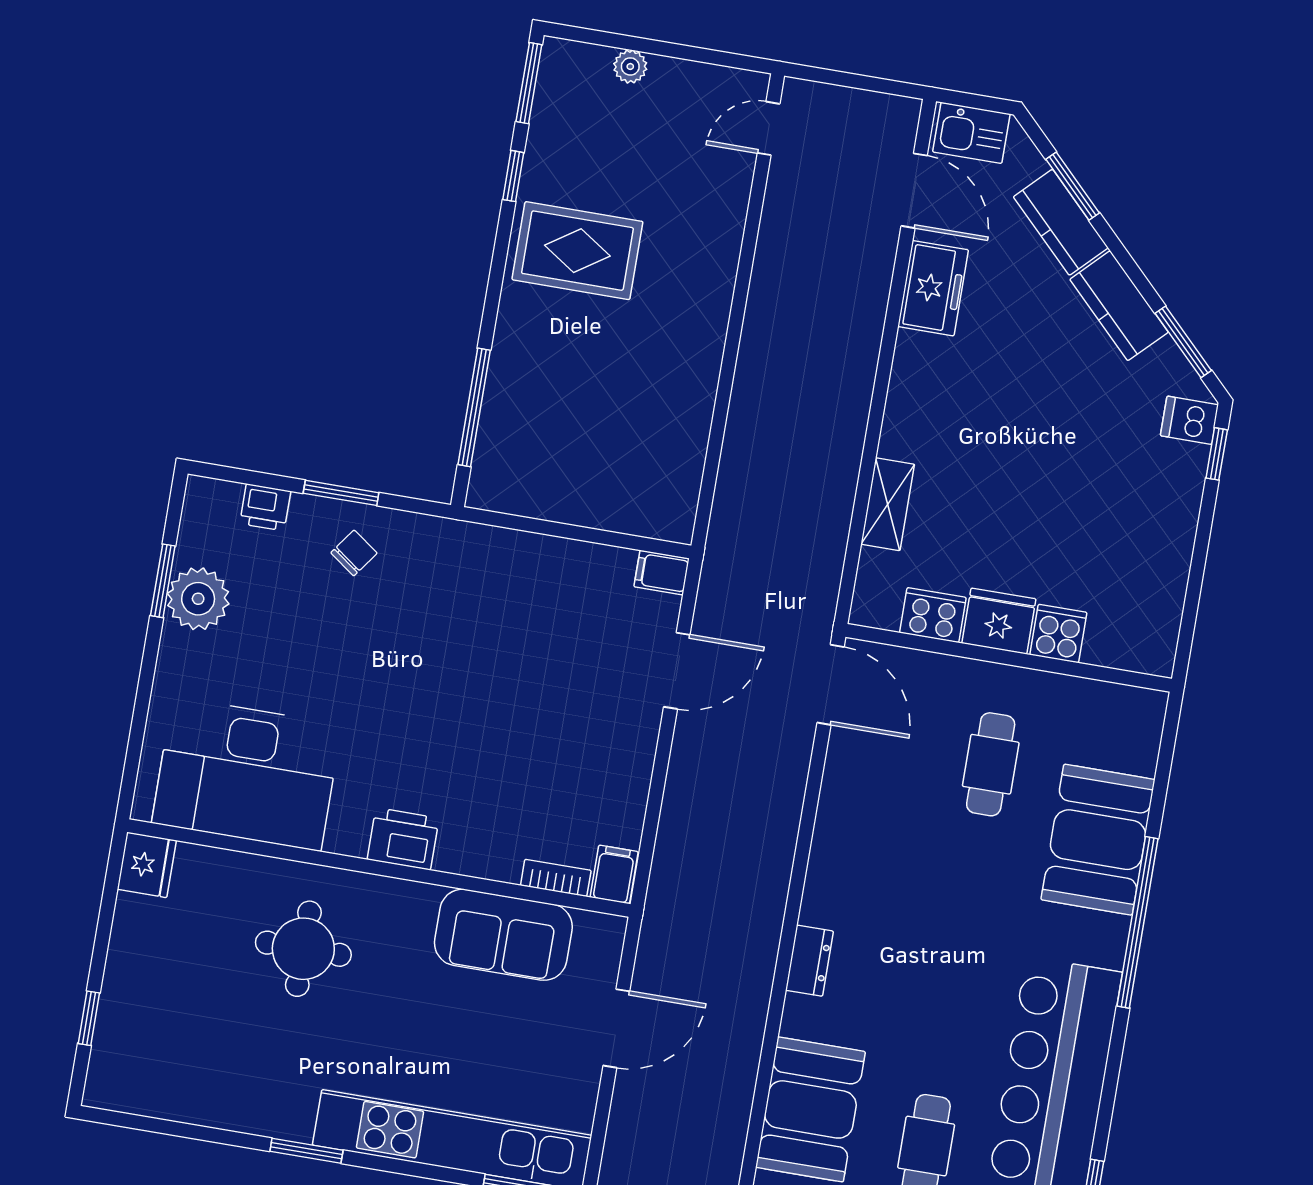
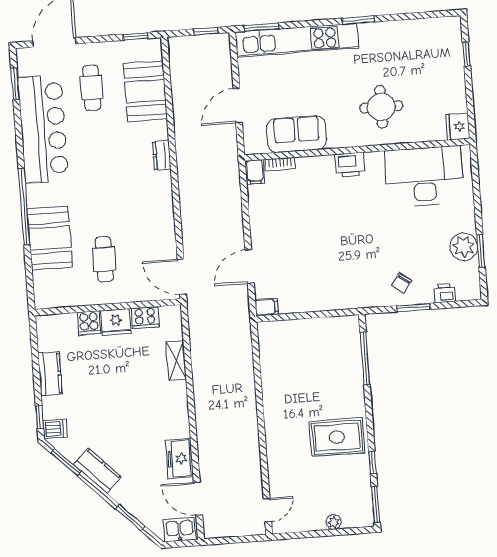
kitchen counter: (1061, 222) -> (50, 374), moved, turned 45

